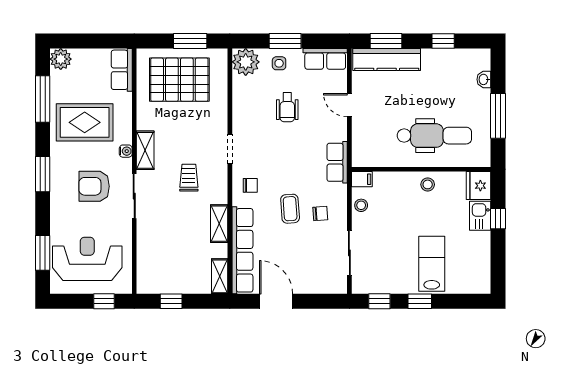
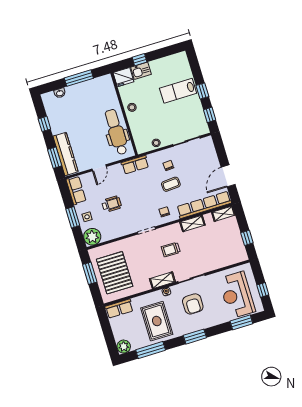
dental chair: (434, 136) -> (116, 132), moved
filing cabinet: (362, 179) -> (141, 147), removed
window: (104, 301) -> (263, 290), moved

